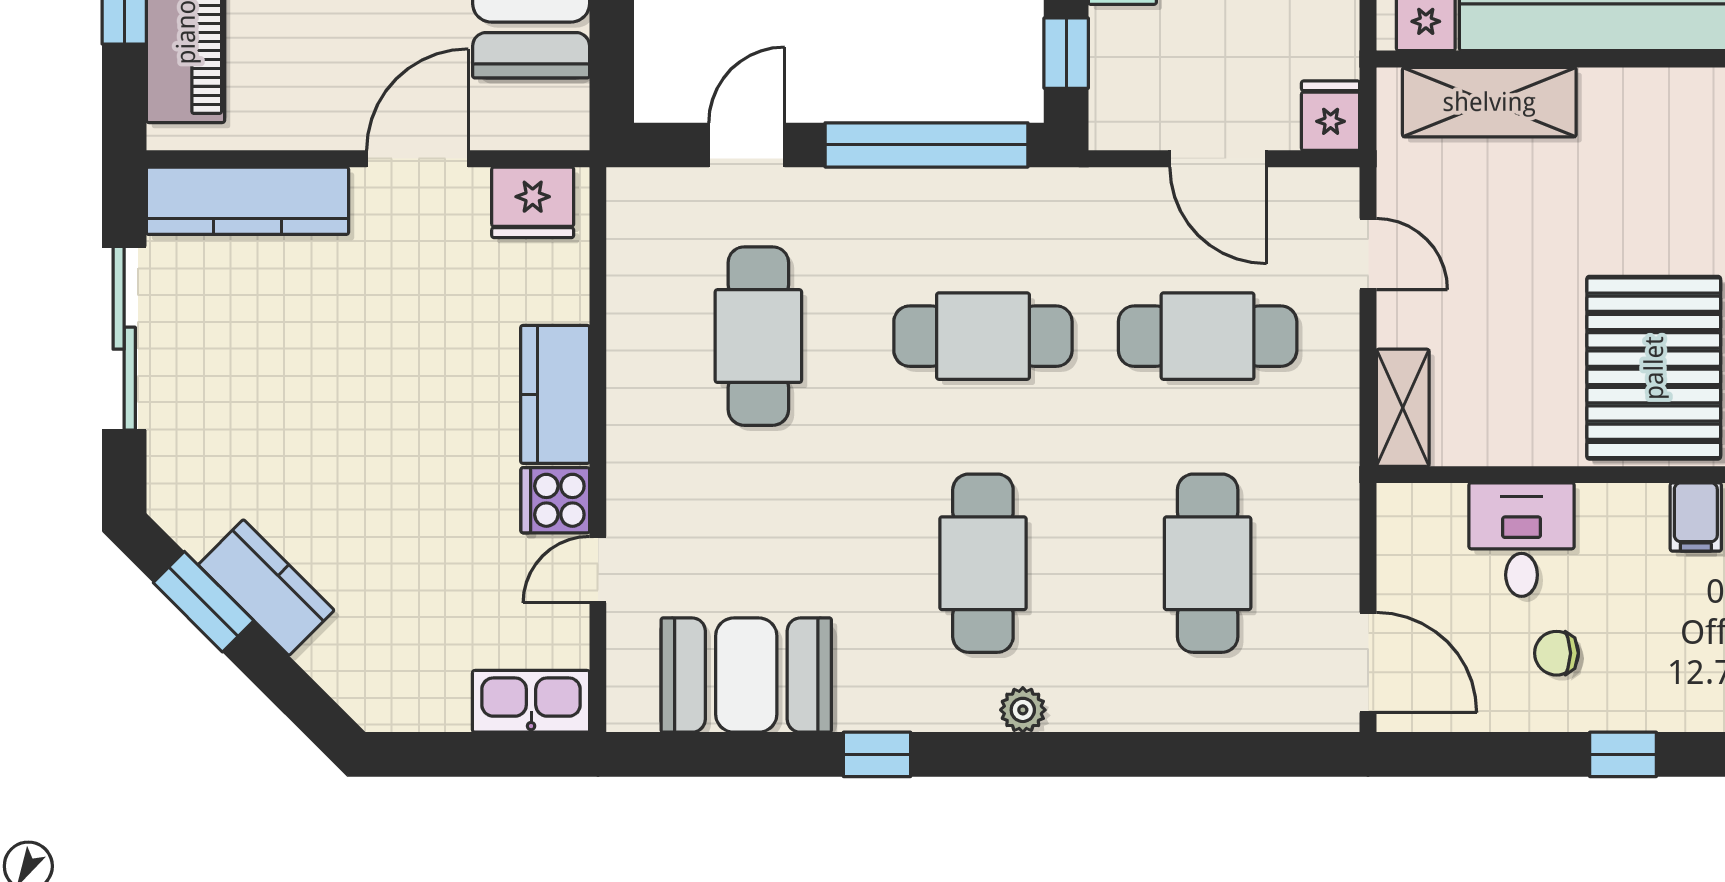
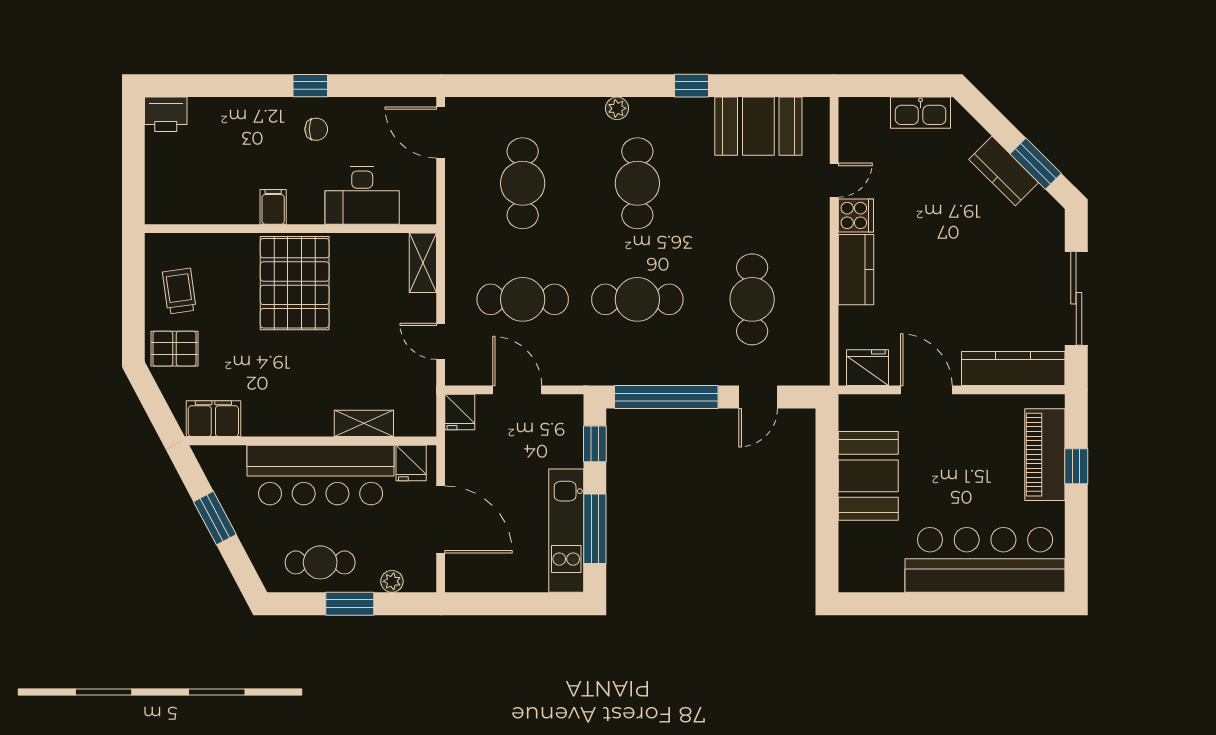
shelving: (1489, 102) -> (364, 423), width x0.67, depth x0.75
door: (417, 159) -> (926, 390), swing flipped
desk: (1522, 540) -> (362, 195), width x1.37
chair: (1557, 653) -> (316, 129), moved
kitchen sink: (531, 701) -> (921, 113), moved

